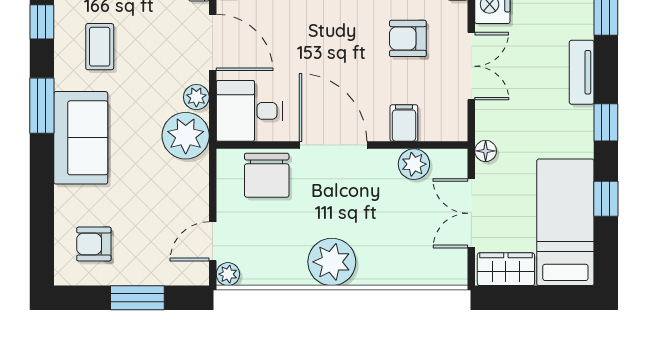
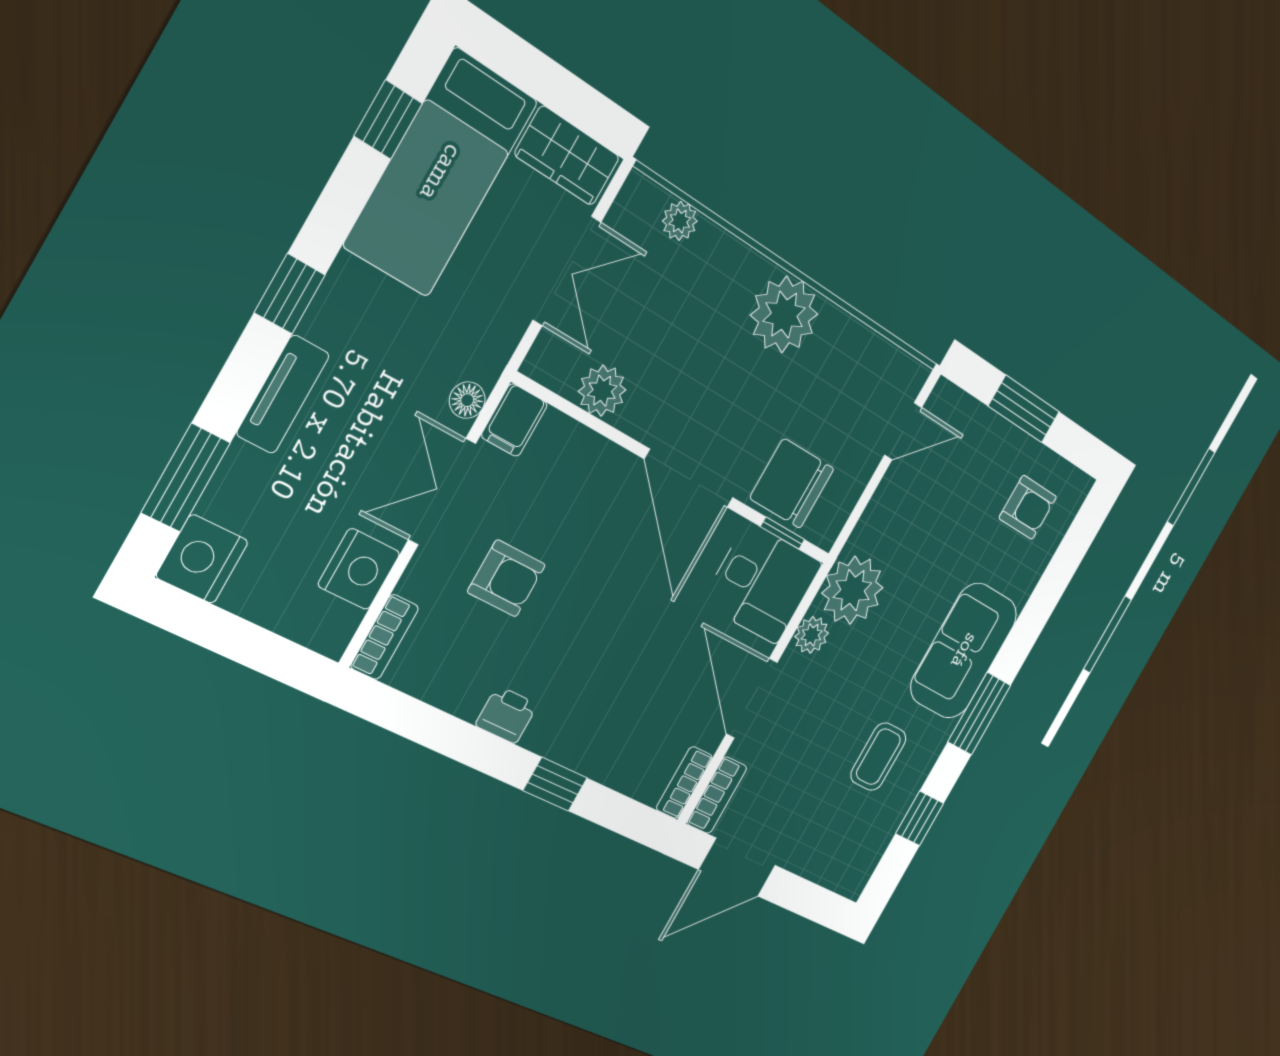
filing cabinet: (404, 123) -> (514, 420), moved
window: (254, 145) -> (783, 533), added
floor lamp: (486, 151) -> (467, 400), moved
chair: (267, 175) -> (792, 483), turned -90
window: (606, 199) -> (388, 120), moved
plant: (228, 274) -> (680, 221), moved

